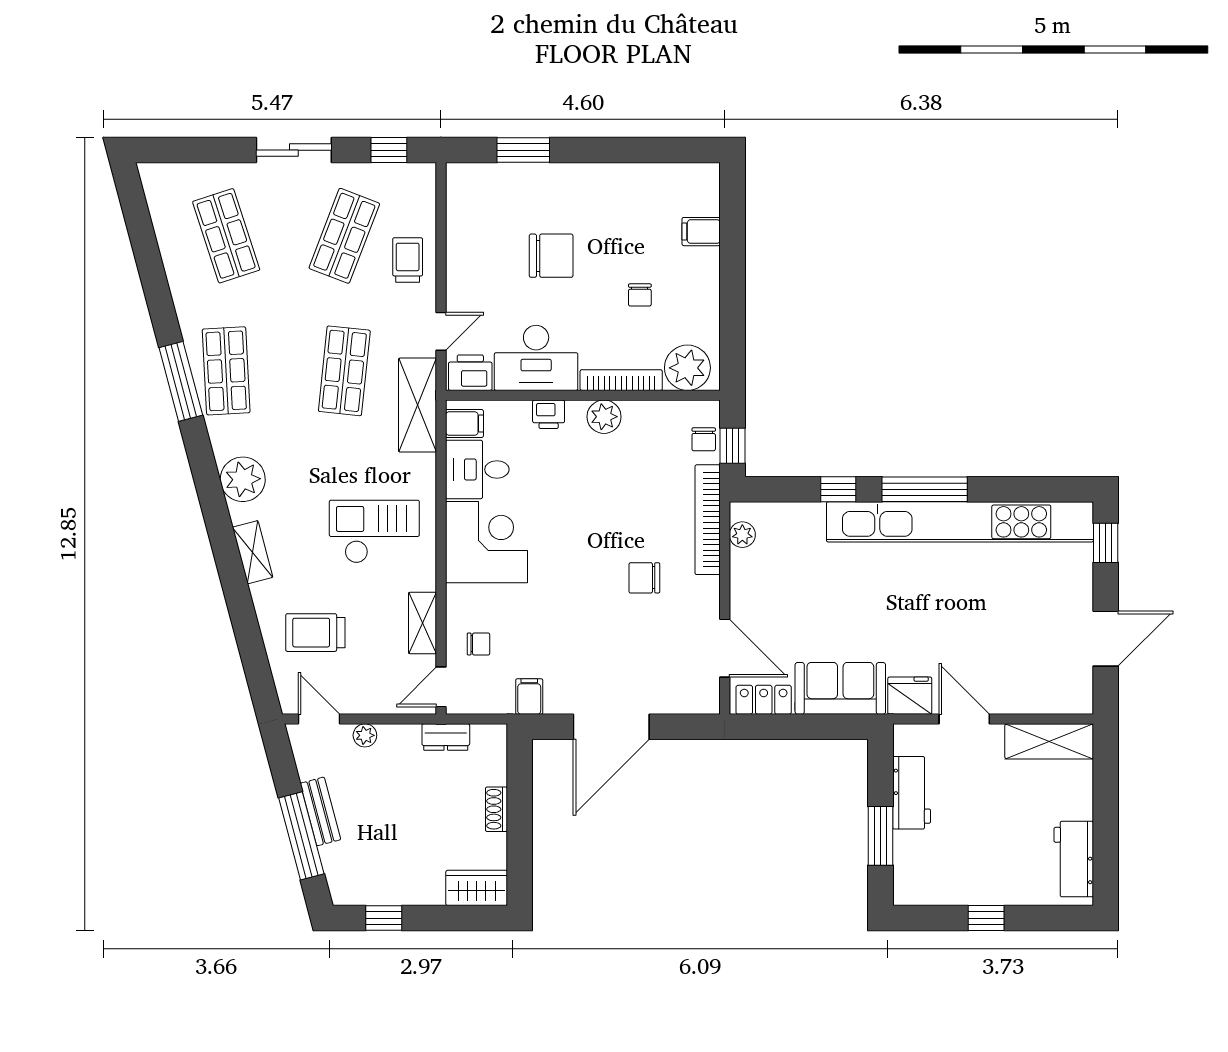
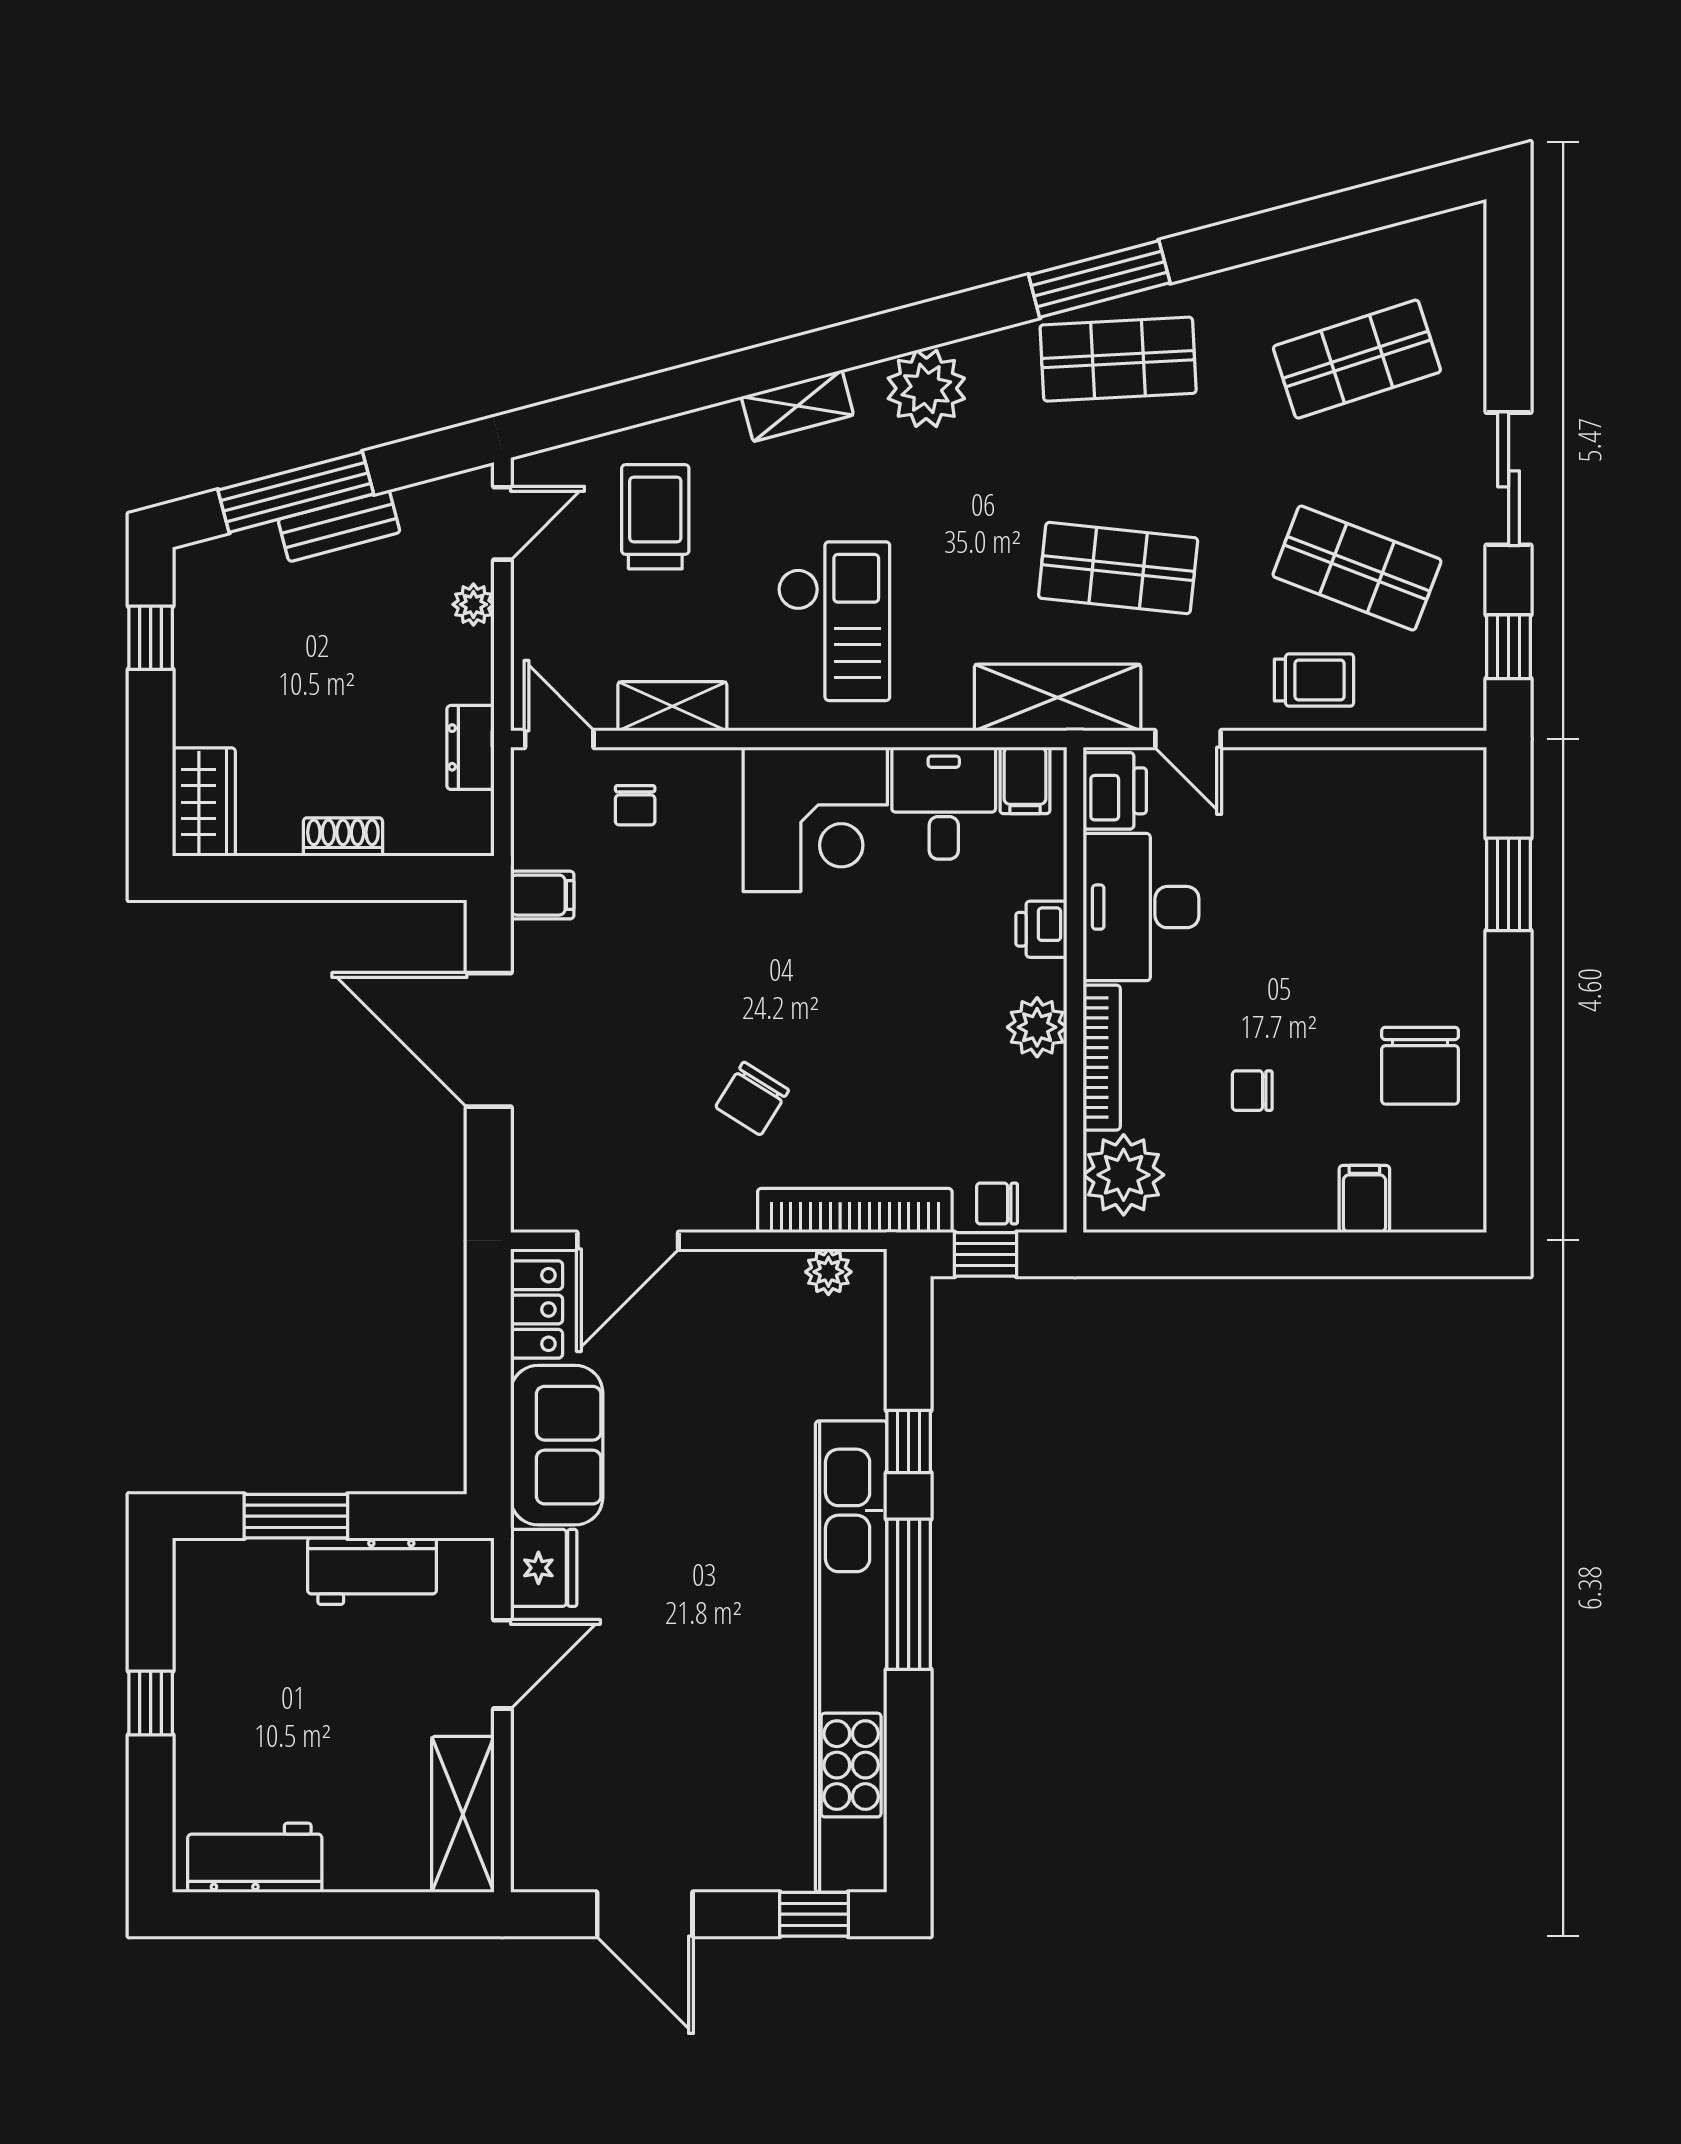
chair: (551, 256) -> (1420, 1066), moved
chair: (644, 578) -> (752, 1099), turned -148

